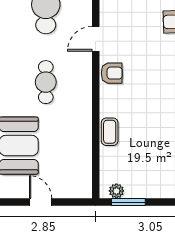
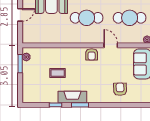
cafe table: (46, 82) -> (87, 18), width x1.37, depth x1.35
coffee table: (110, 132) -> (58, 73), moved

